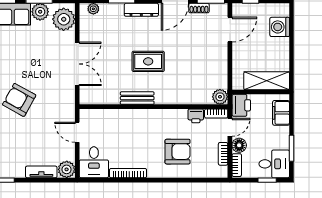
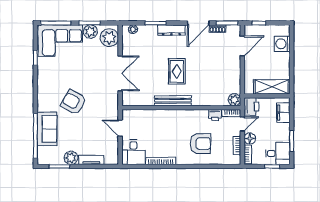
rug: (148, 61) -> (177, 71), turned 90
bench: (137, 98) -> (173, 101), width x1.36
plant: (67, 169) -> (71, 158), moved

